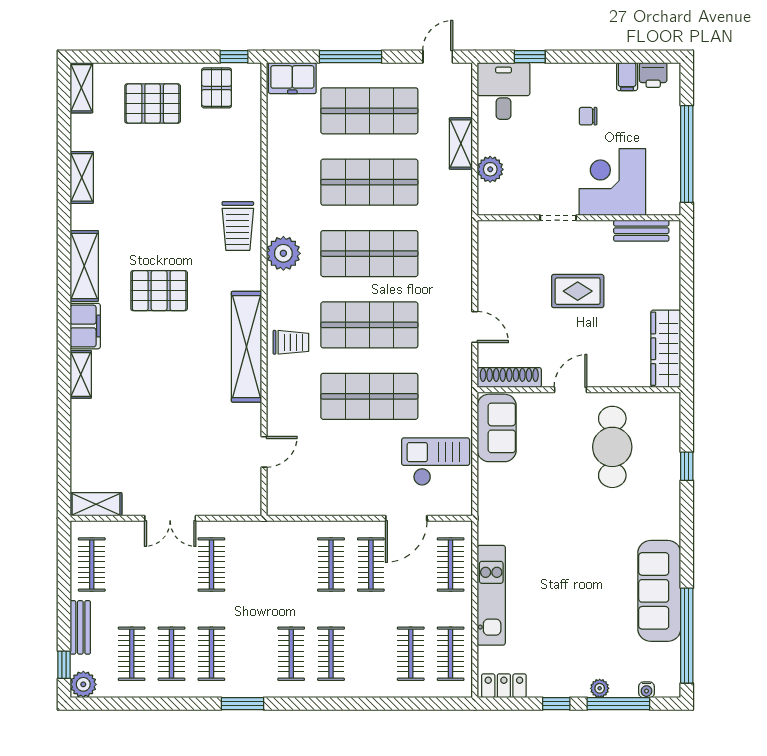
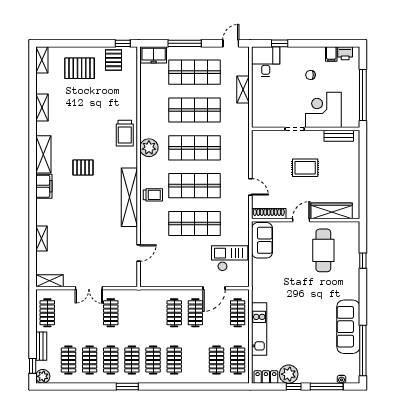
plant: (490, 169) -> (259, 103), removed
pallet: (159, 291) -> (83, 167), width x0.67, depth x0.71
wardrobe: (666, 349) -> (332, 211), moved, turned 90
shelving: (81, 374) -> (41, 238), moved
clothes rail: (251, 654) -> (132, 360), added
plant: (600, 688) -> (289, 374), moved, width x1.88, depth x1.88

